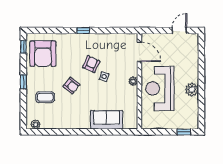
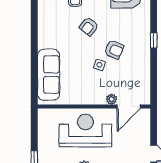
plant: (133, 81) -> (112, 99), moved
sofa: (107, 120) -> (49, 75), width x1.36

